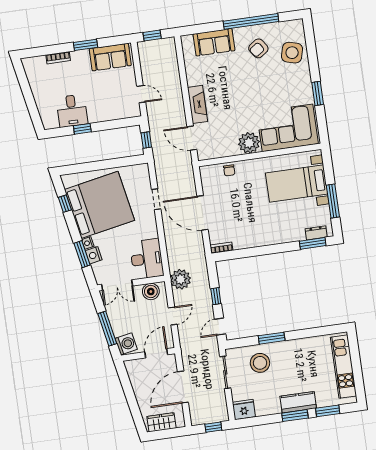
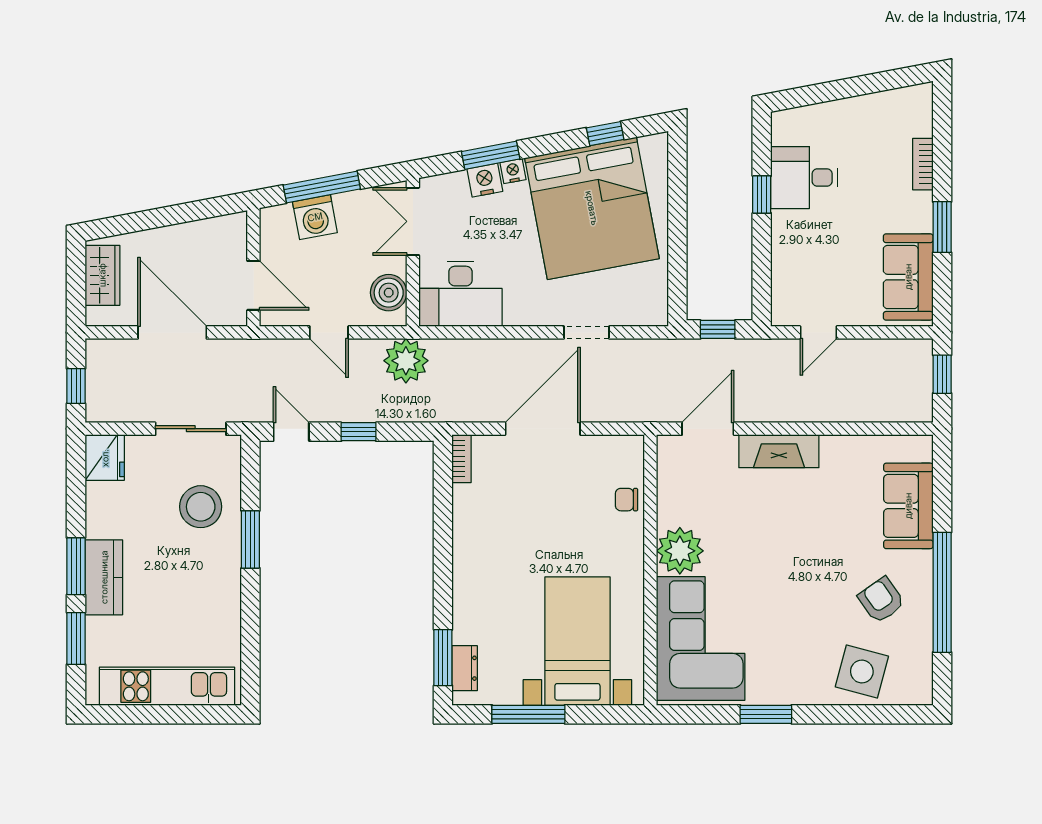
washing machine: (126, 344) -> (315, 217), moved

